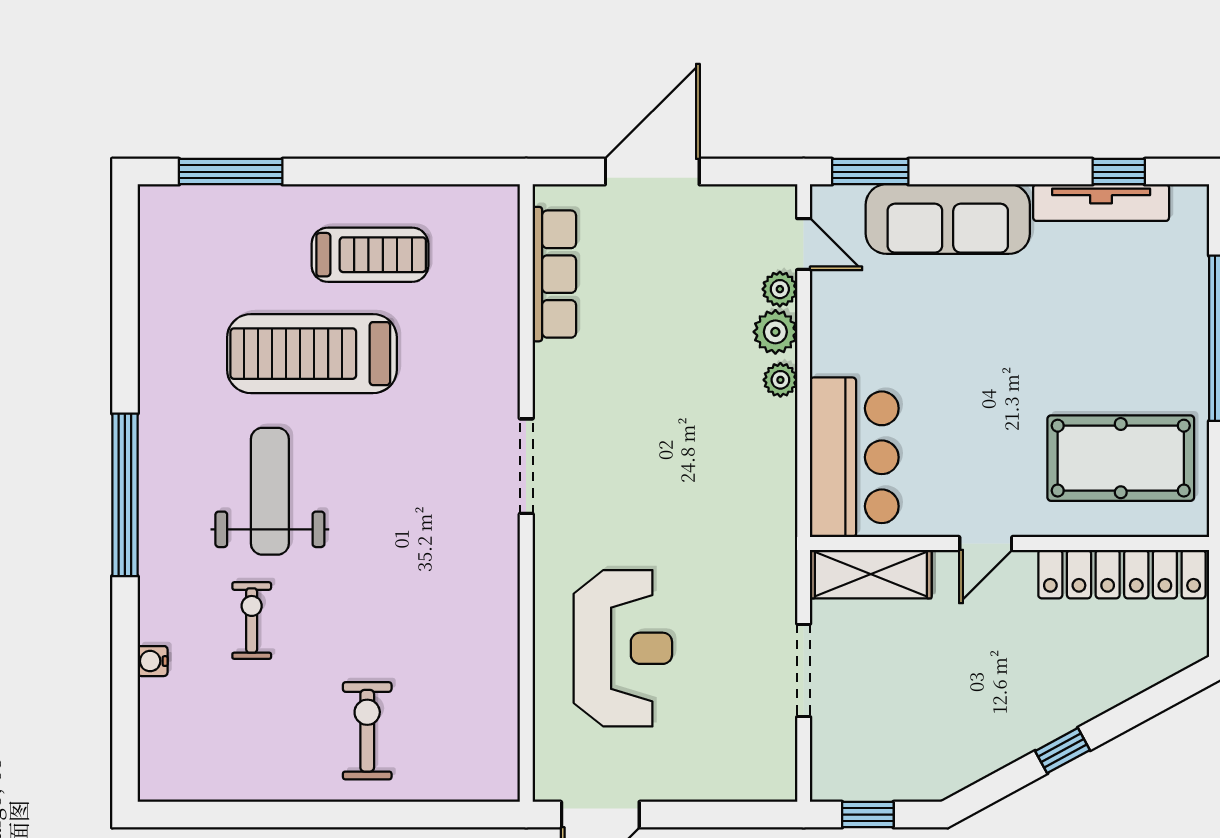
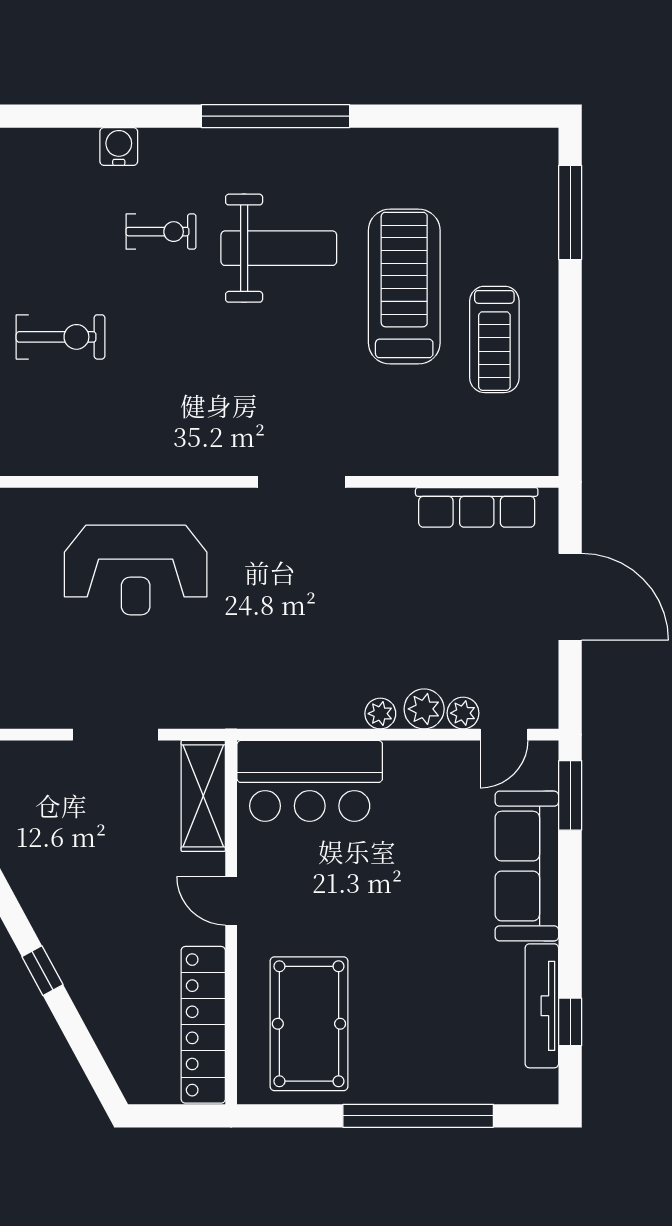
water cooler: (153, 661) -> (119, 146), width x1.38, depth x1.38

